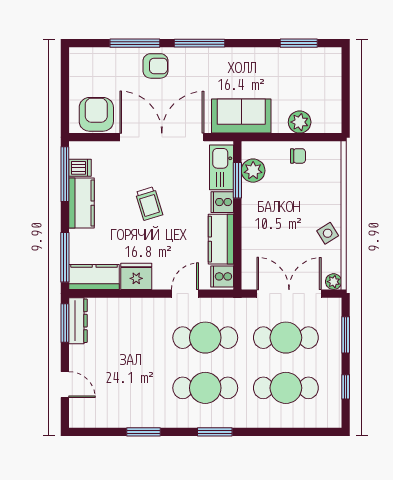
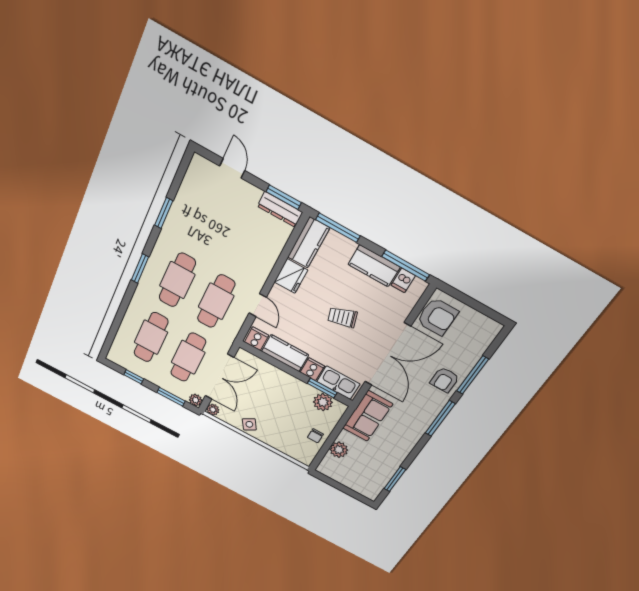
plant: (333, 306) -> (196, 400), added
door: (65, 385) -> (232, 168), swing flipped

